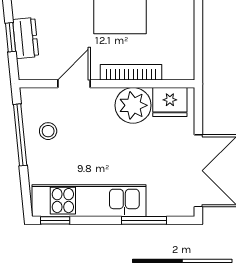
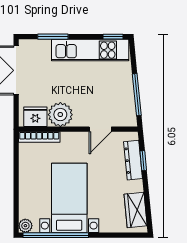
dresser: (26, 38) -> (133, 160), width x1.44
bookcase: (131, 72) -> (39, 137), moved
stool: (48, 131) -> (118, 97), removed

